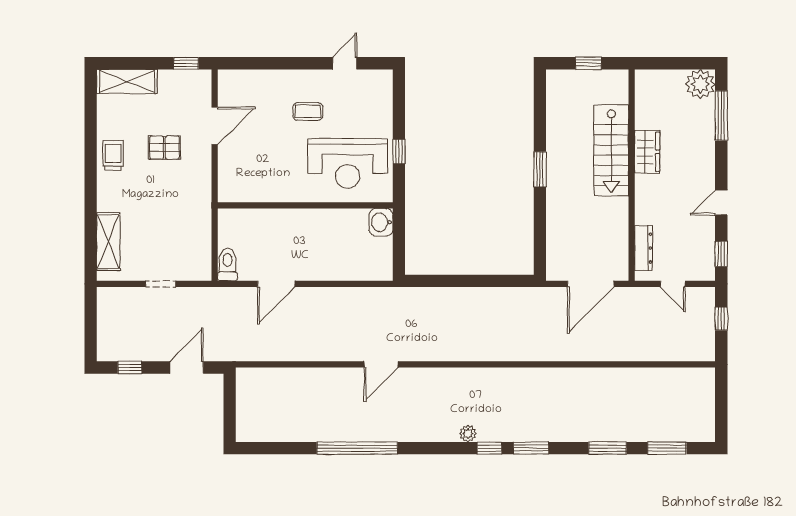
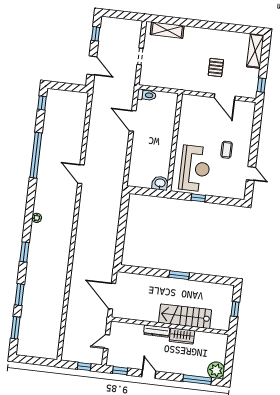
trolley: (113, 155) -> (215, 38), removed
reception desk: (348, 163) -> (195, 169), turned 180
dresser: (643, 248) -> (157, 331), moved
window: (489, 448) -> (42, 103), moved

